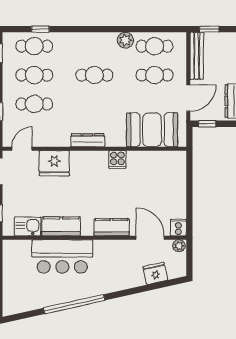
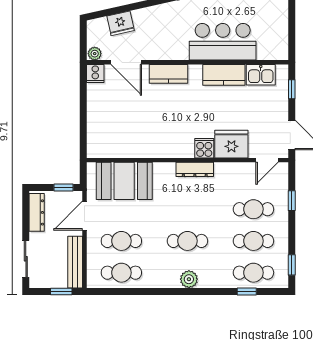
plant: (125, 40) -> (189, 279), moved
cooker: (117, 159) -> (204, 148), moved

